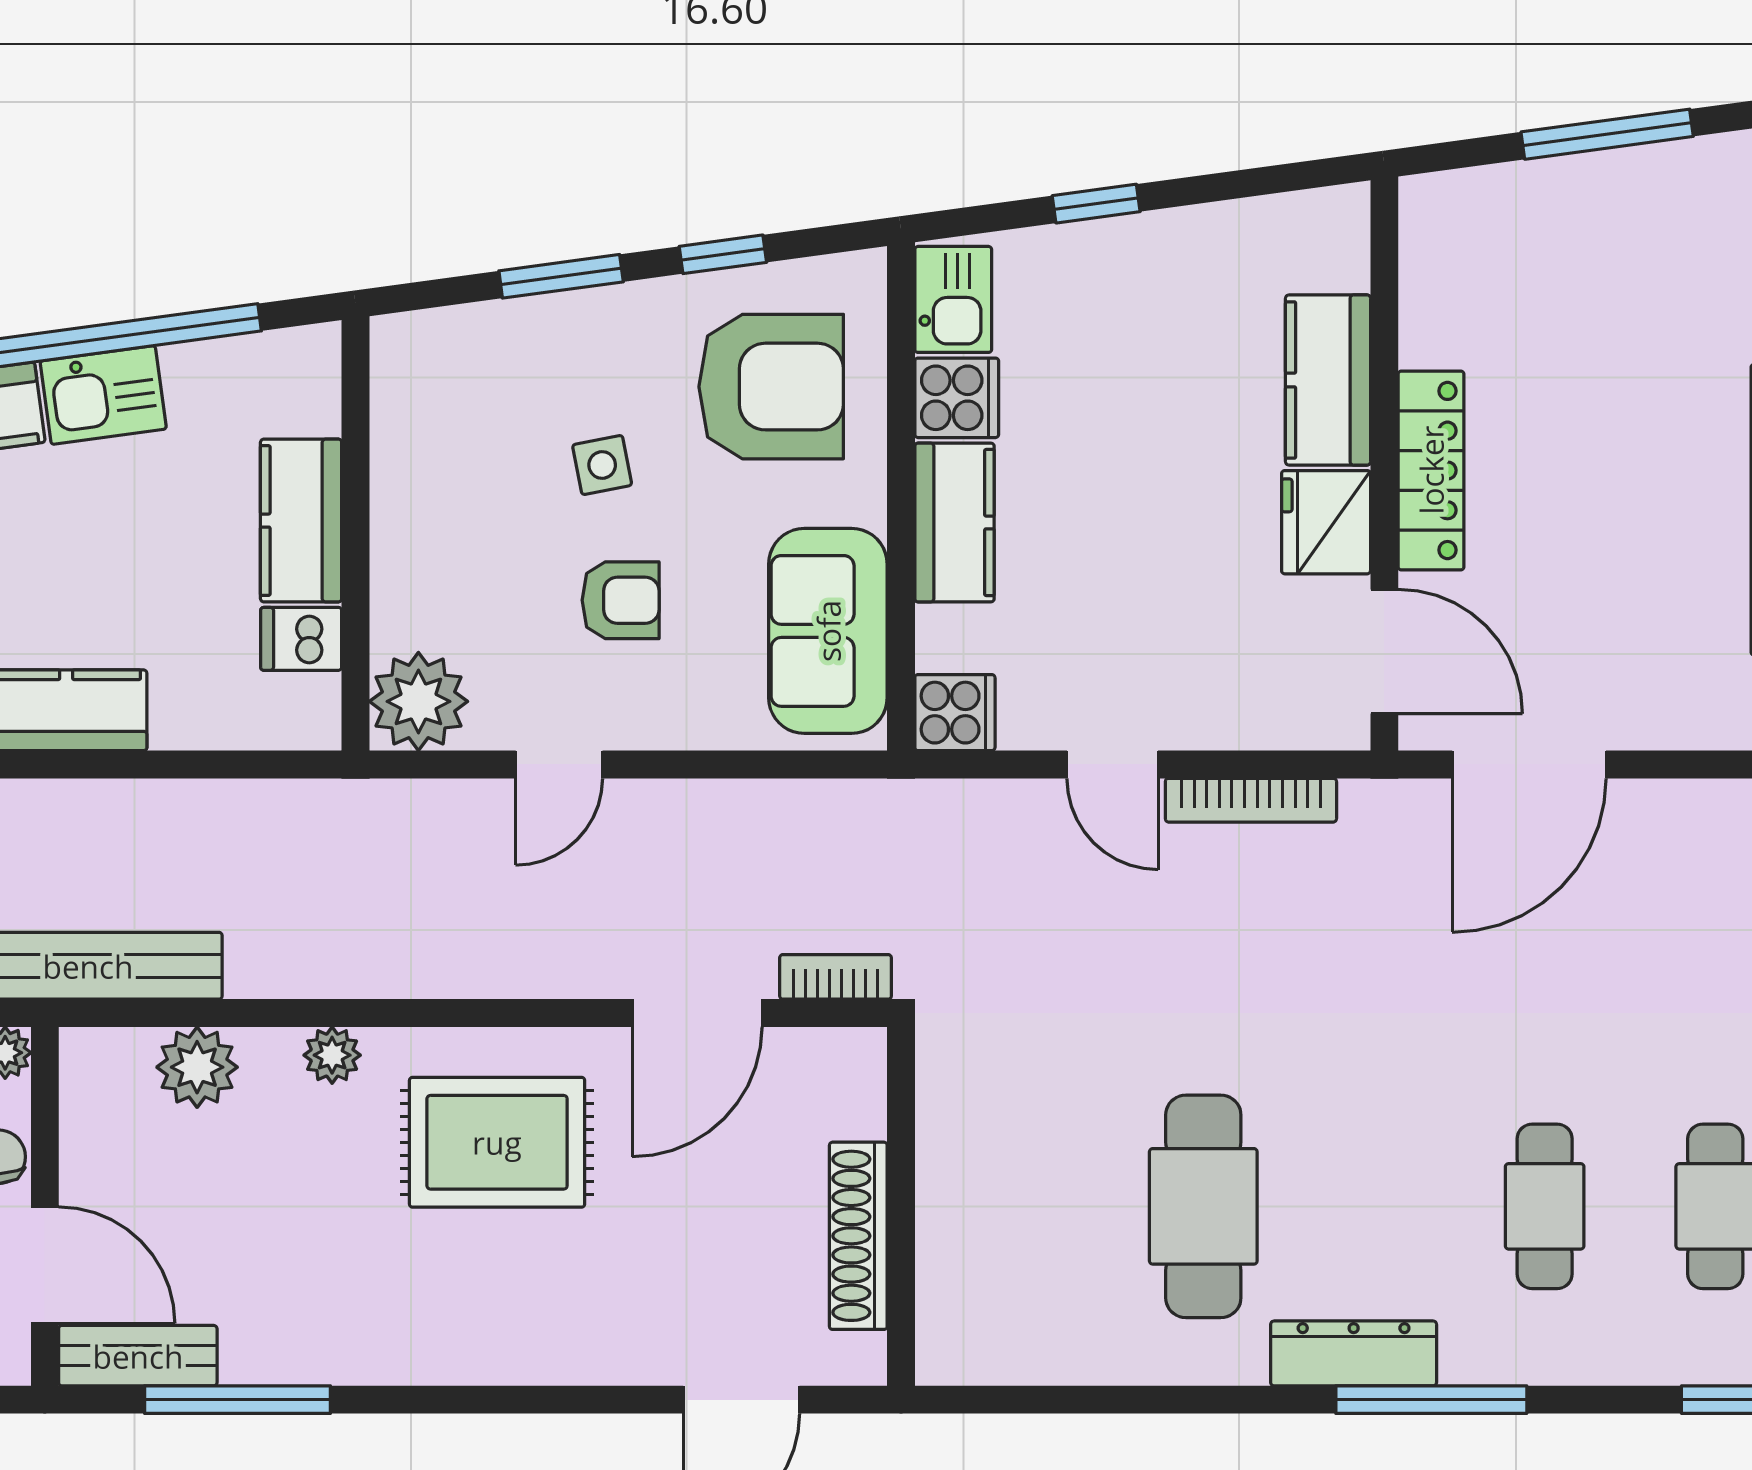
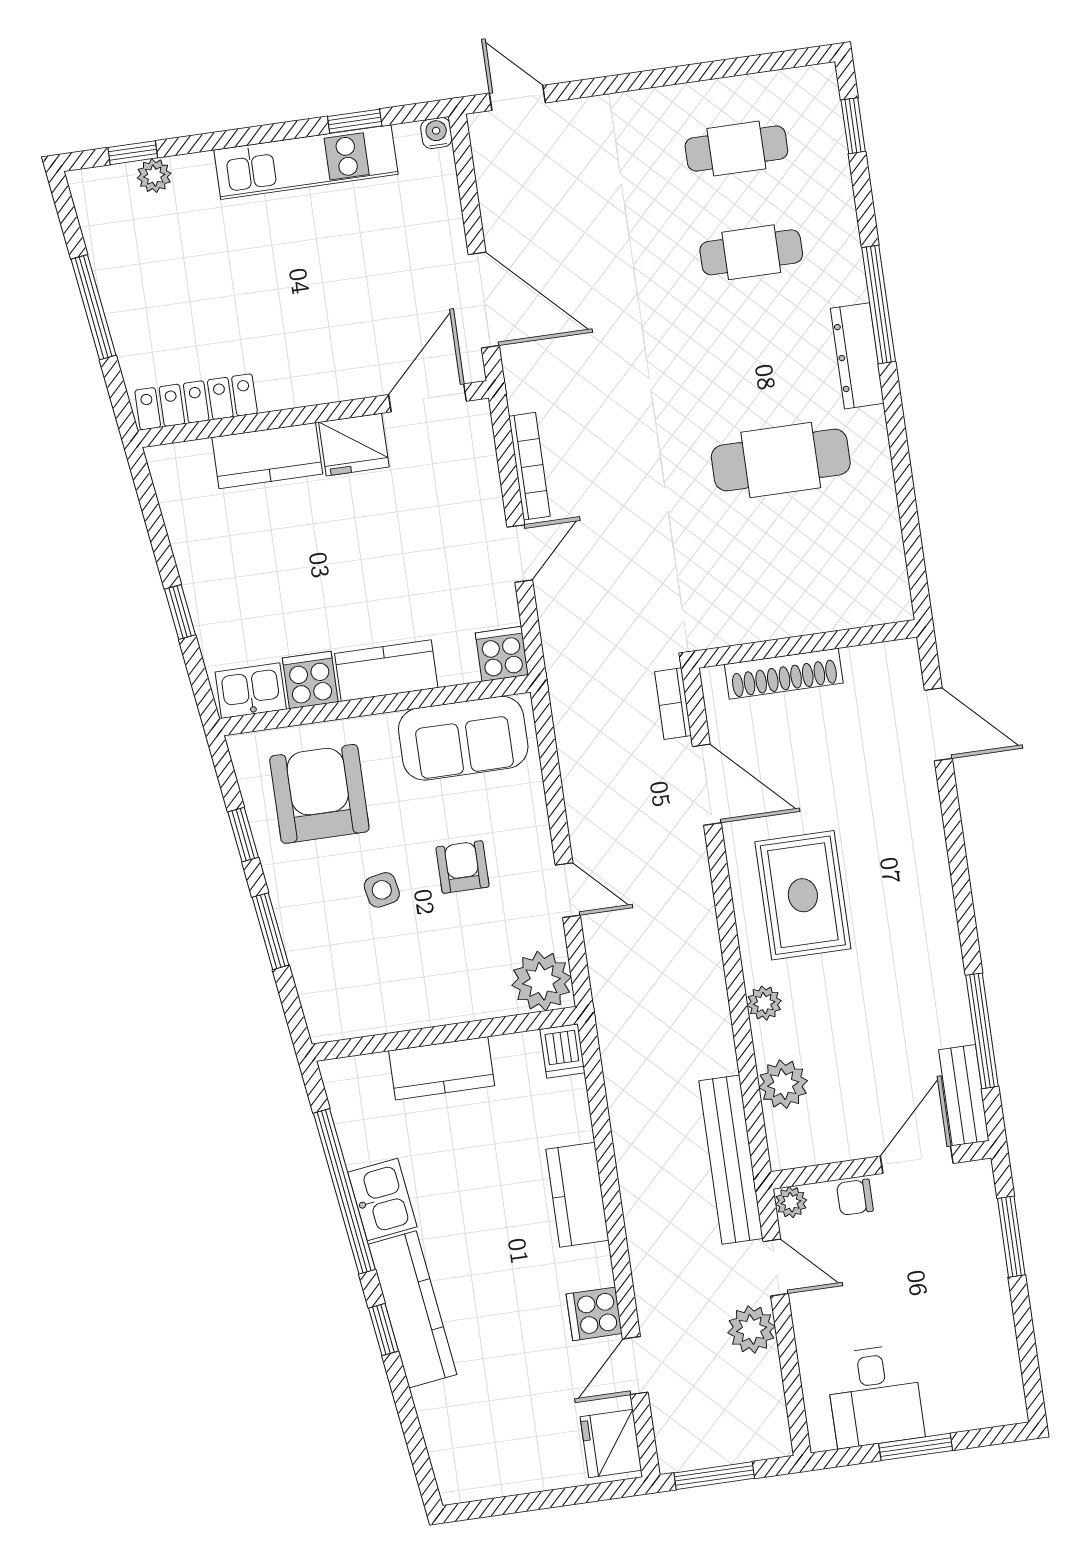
locker: (1431, 470) -> (196, 402), moved
dishwasher: (301, 639) -> (562, 1051), moved
shoe rack: (858, 1236) -> (784, 674), moved

